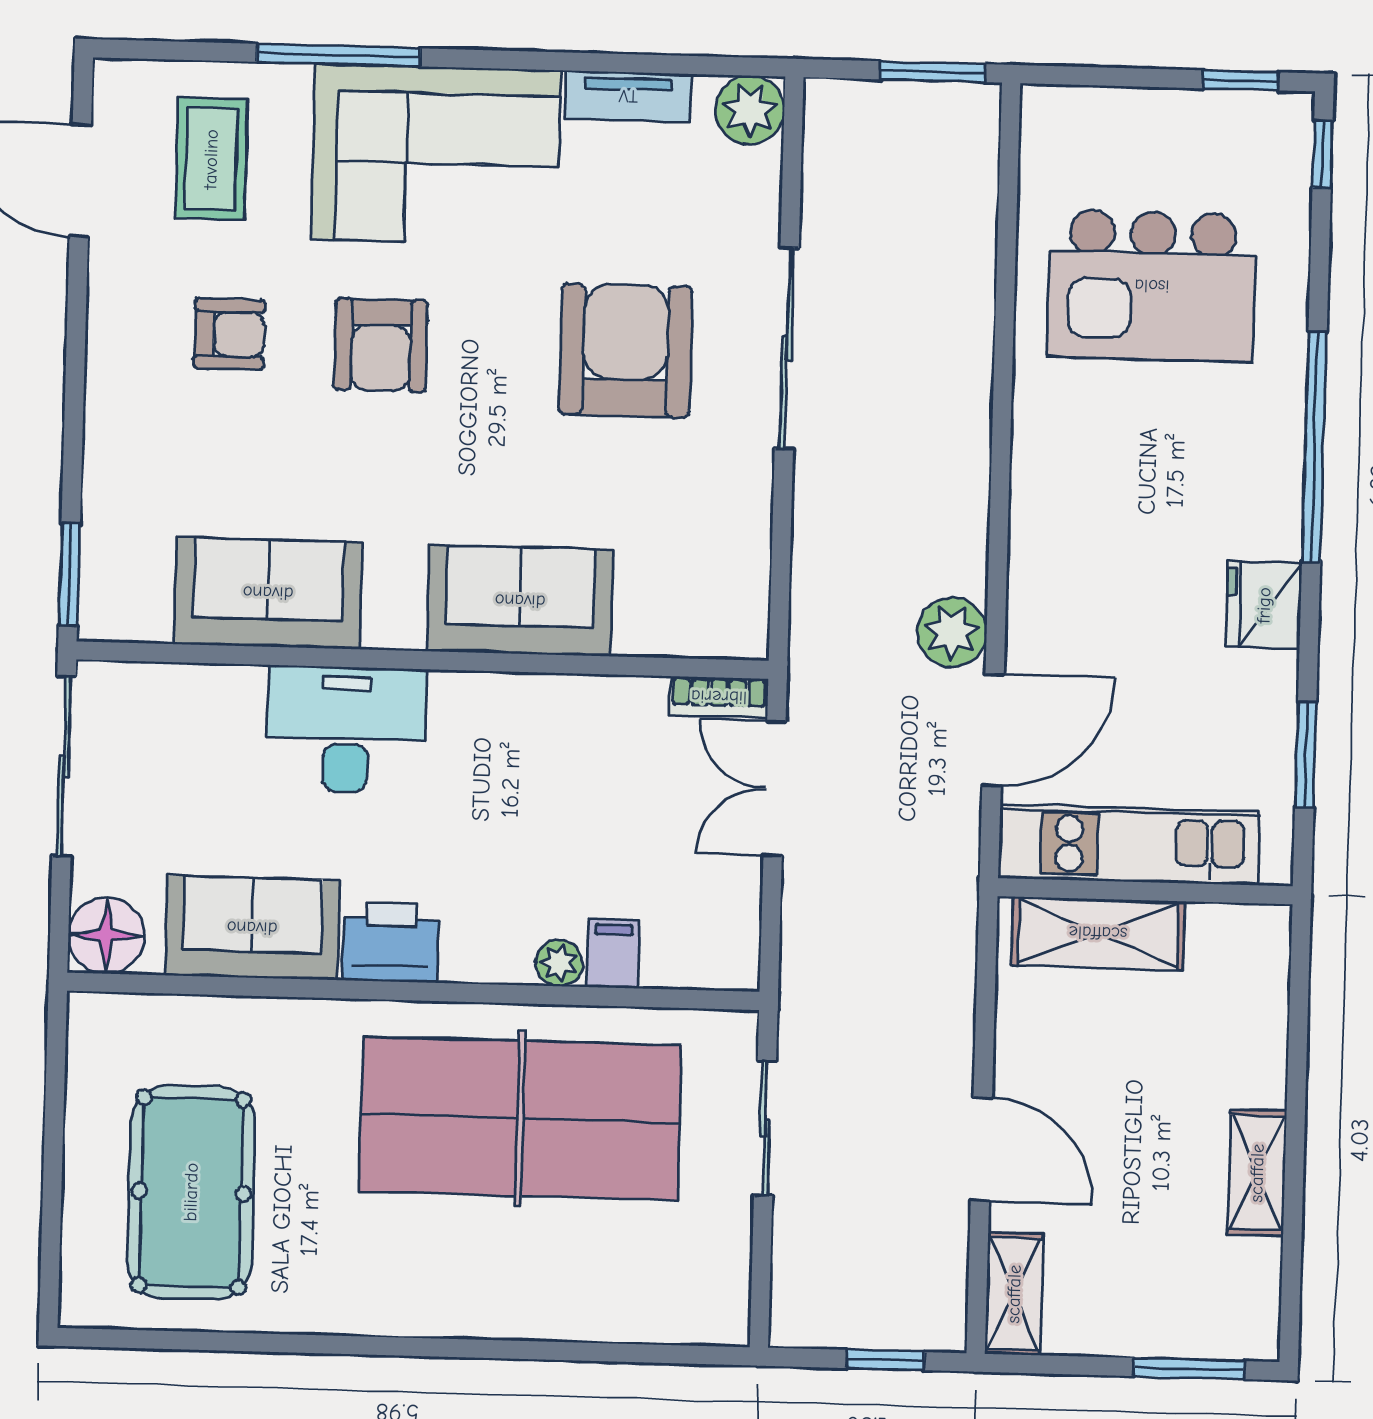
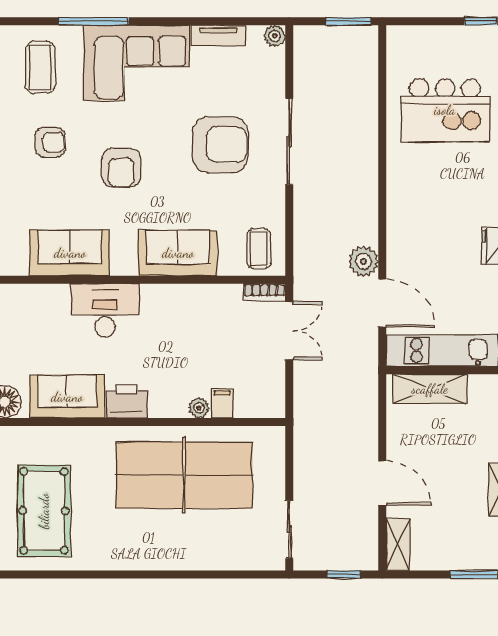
plant: (750, 110) -> (275, 36), width x0.73, depth x0.73
armchair: (381, 345) -> (121, 168), moved
armchair: (626, 350) -> (220, 145), turned 90
coffee table: (708, 595) -> (259, 249), added
door: (993, 730) -> (382, 303), hinge flipped
double door: (774, 789) -> (289, 331), swing flipped
sliding door: (765, 1128) -> (289, 530), moved

